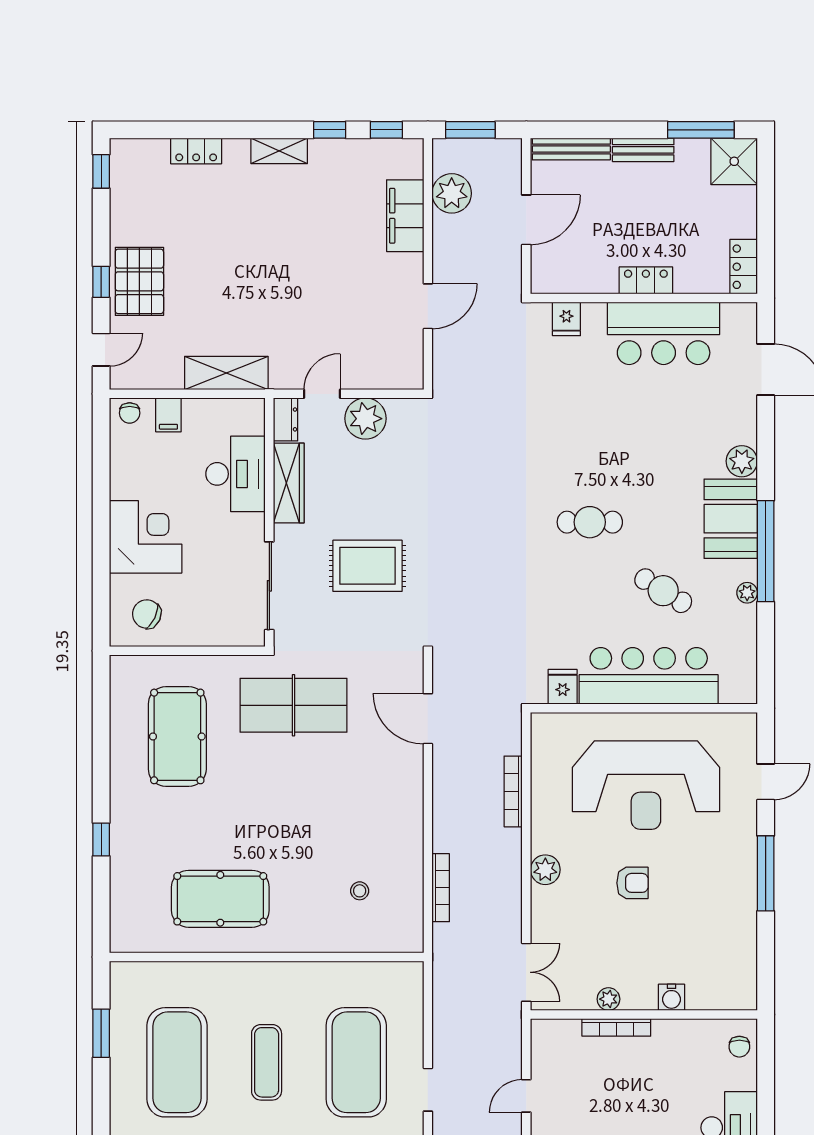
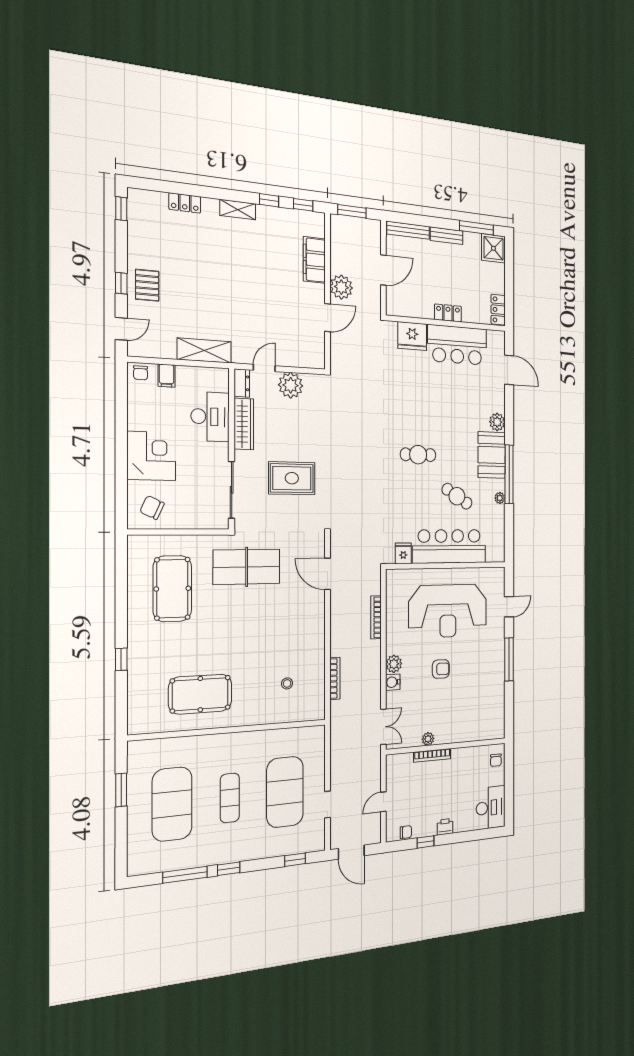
plant: (452, 193) -> (341, 287), moved
pallet: (139, 281) -> (147, 285), width x0.67, depth x0.71
fridge: (566, 319) -> (412, 336), width x1.88, depth x1.34
water cooler: (671, 997) -> (393, 682), moved, turned 90

